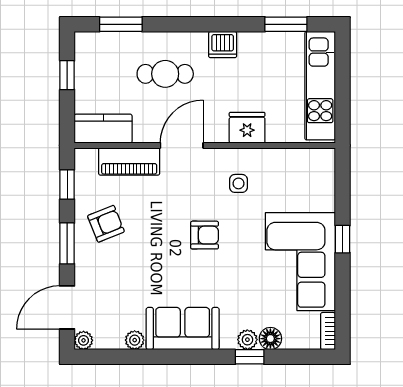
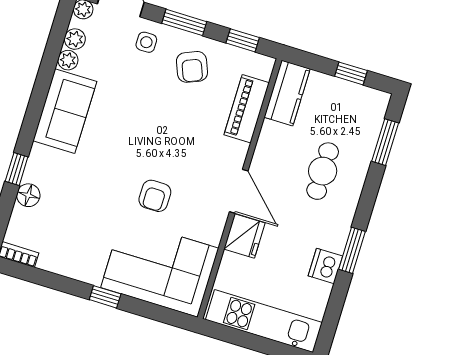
window: (286, 24) -> (352, 250), moved
dishwasher: (223, 45) -> (325, 266), moved
door: (182, 145) -> (239, 191), moved
side table: (238, 183) -> (146, 42), moved
armchair: (205, 235) -> (155, 196), moved
corner sofa: (300, 262) -> (160, 268), moved
plant: (247, 340) -> (75, 39), moved

